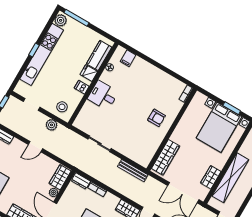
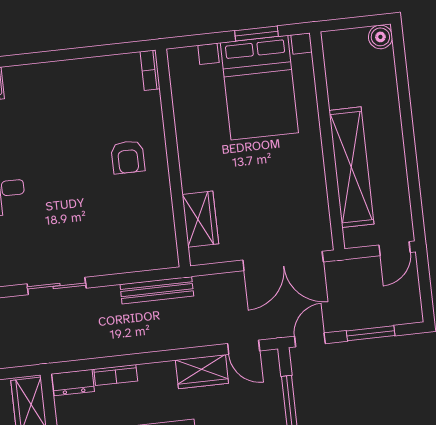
armchair: (157, 118) -> (128, 157), turned 90
wardrobe: (166, 157) -> (200, 219), width x0.67
wardrobe: (211, 177) -> (314, 193), removed

